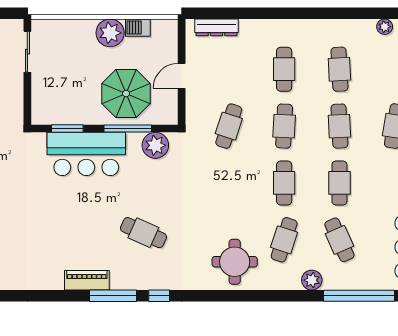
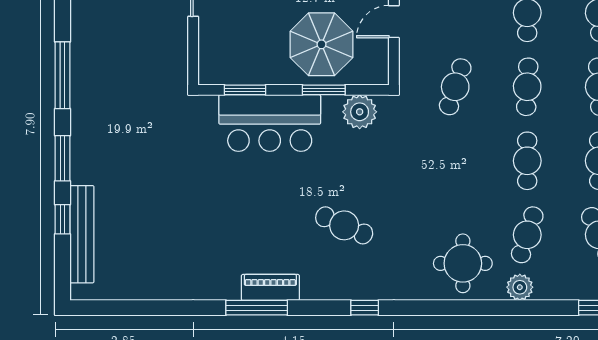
window: (128, 129) -> (324, 90), width x0.69
plant: (312, 280) -> (520, 287), moved
window: (113, 296) -> (257, 308), moved

